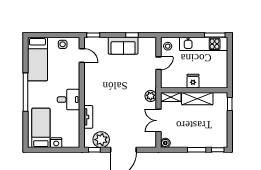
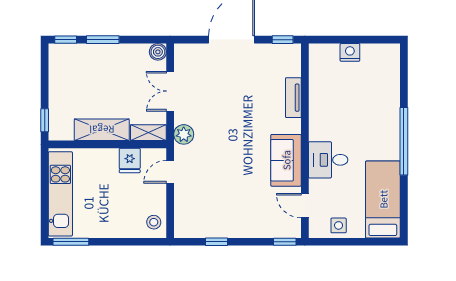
kitchen unit: (204, 44) -> (60, 194), moved, turned 90
sofa: (123, 46) -> (286, 160), moved, turned -90
door: (158, 63) -> (170, 172), moved
fridge: (193, 81) -> (130, 161), moved
desk: (69, 100) -> (328, 160), moved
double door: (158, 121) -> (170, 91), swing flipped
bed: (41, 128) -> (377, 78), removed
plant: (101, 140) -> (271, 58), removed

